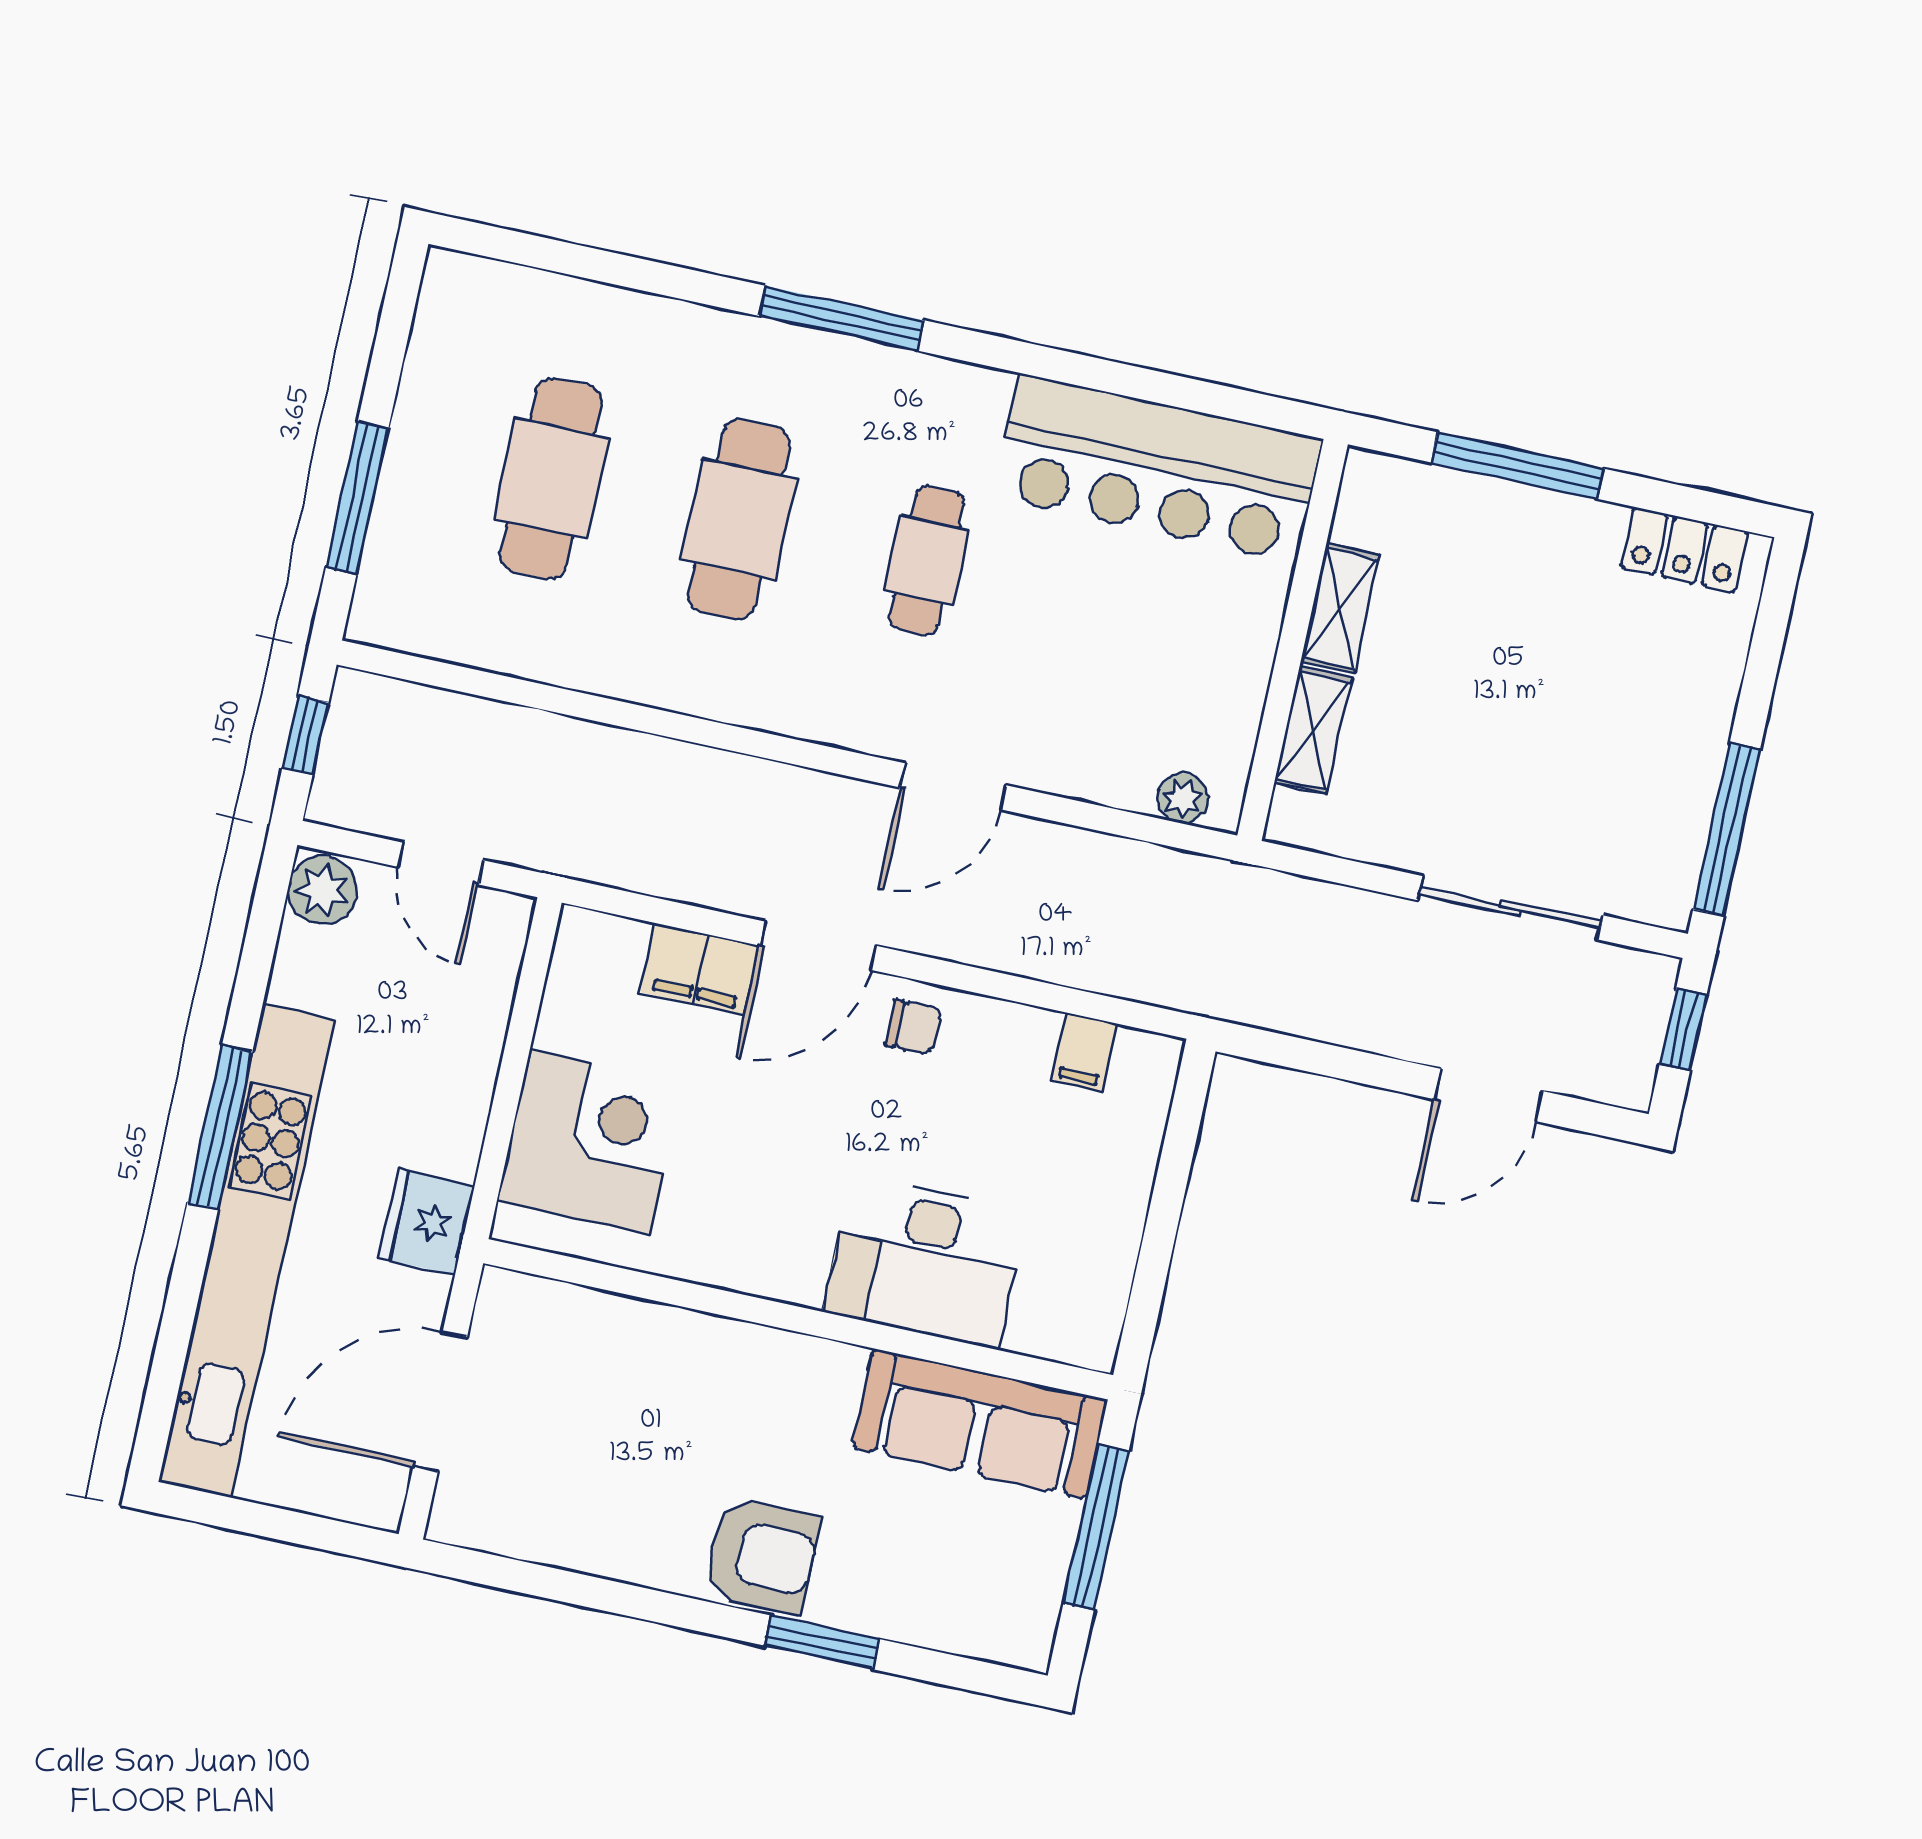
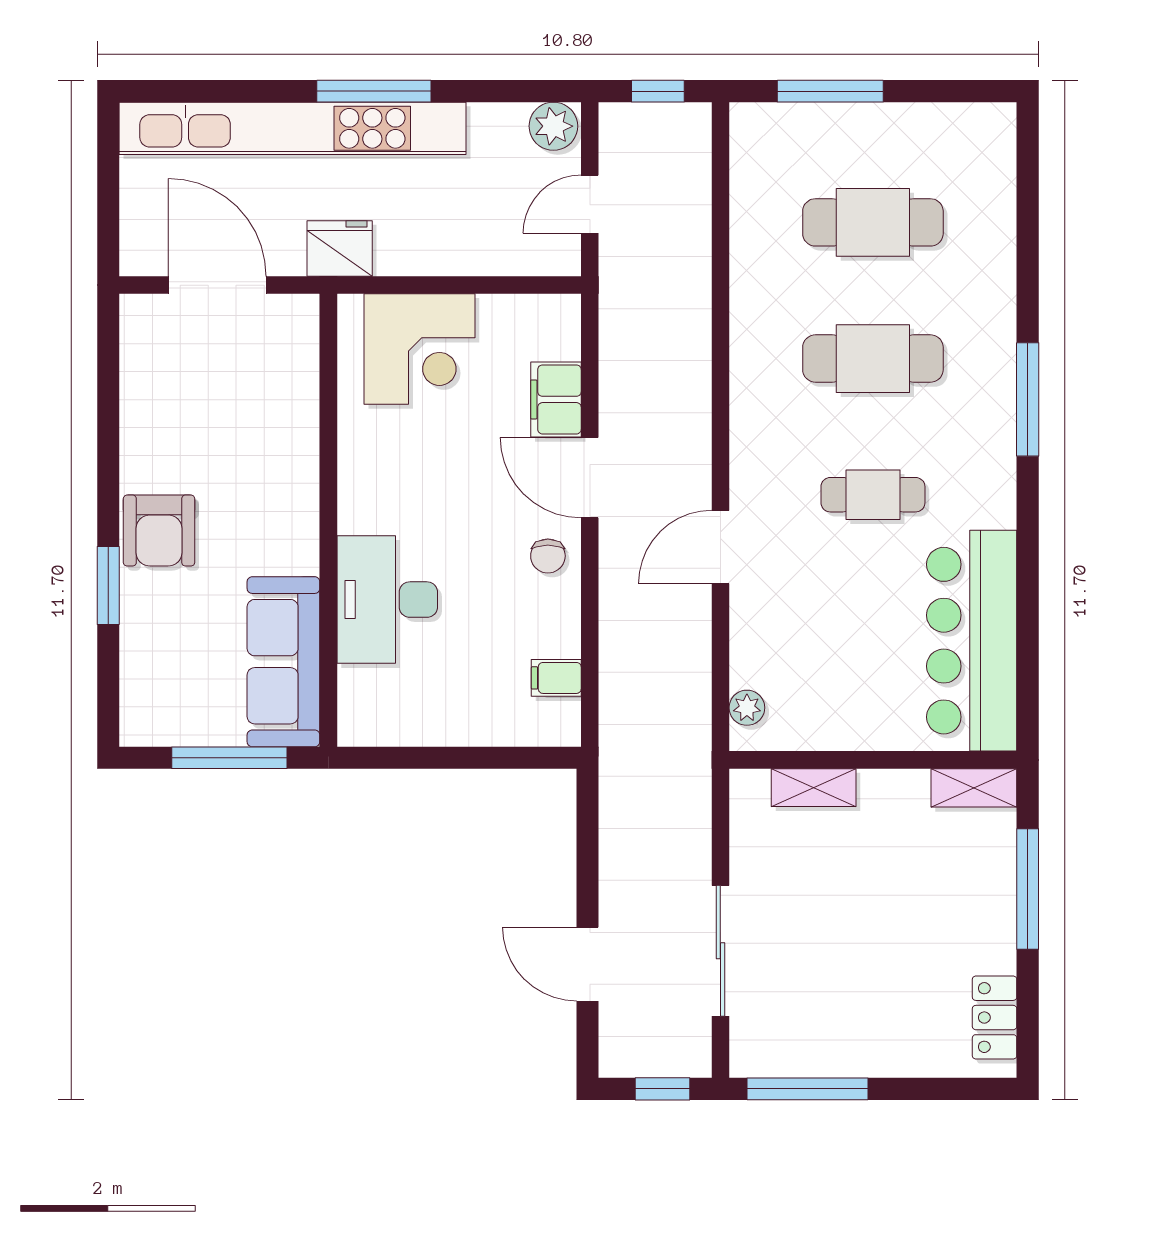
shelving: (1340, 608) -> (974, 788), moved
door: (953, 786) -> (720, 547), hinge flipped

